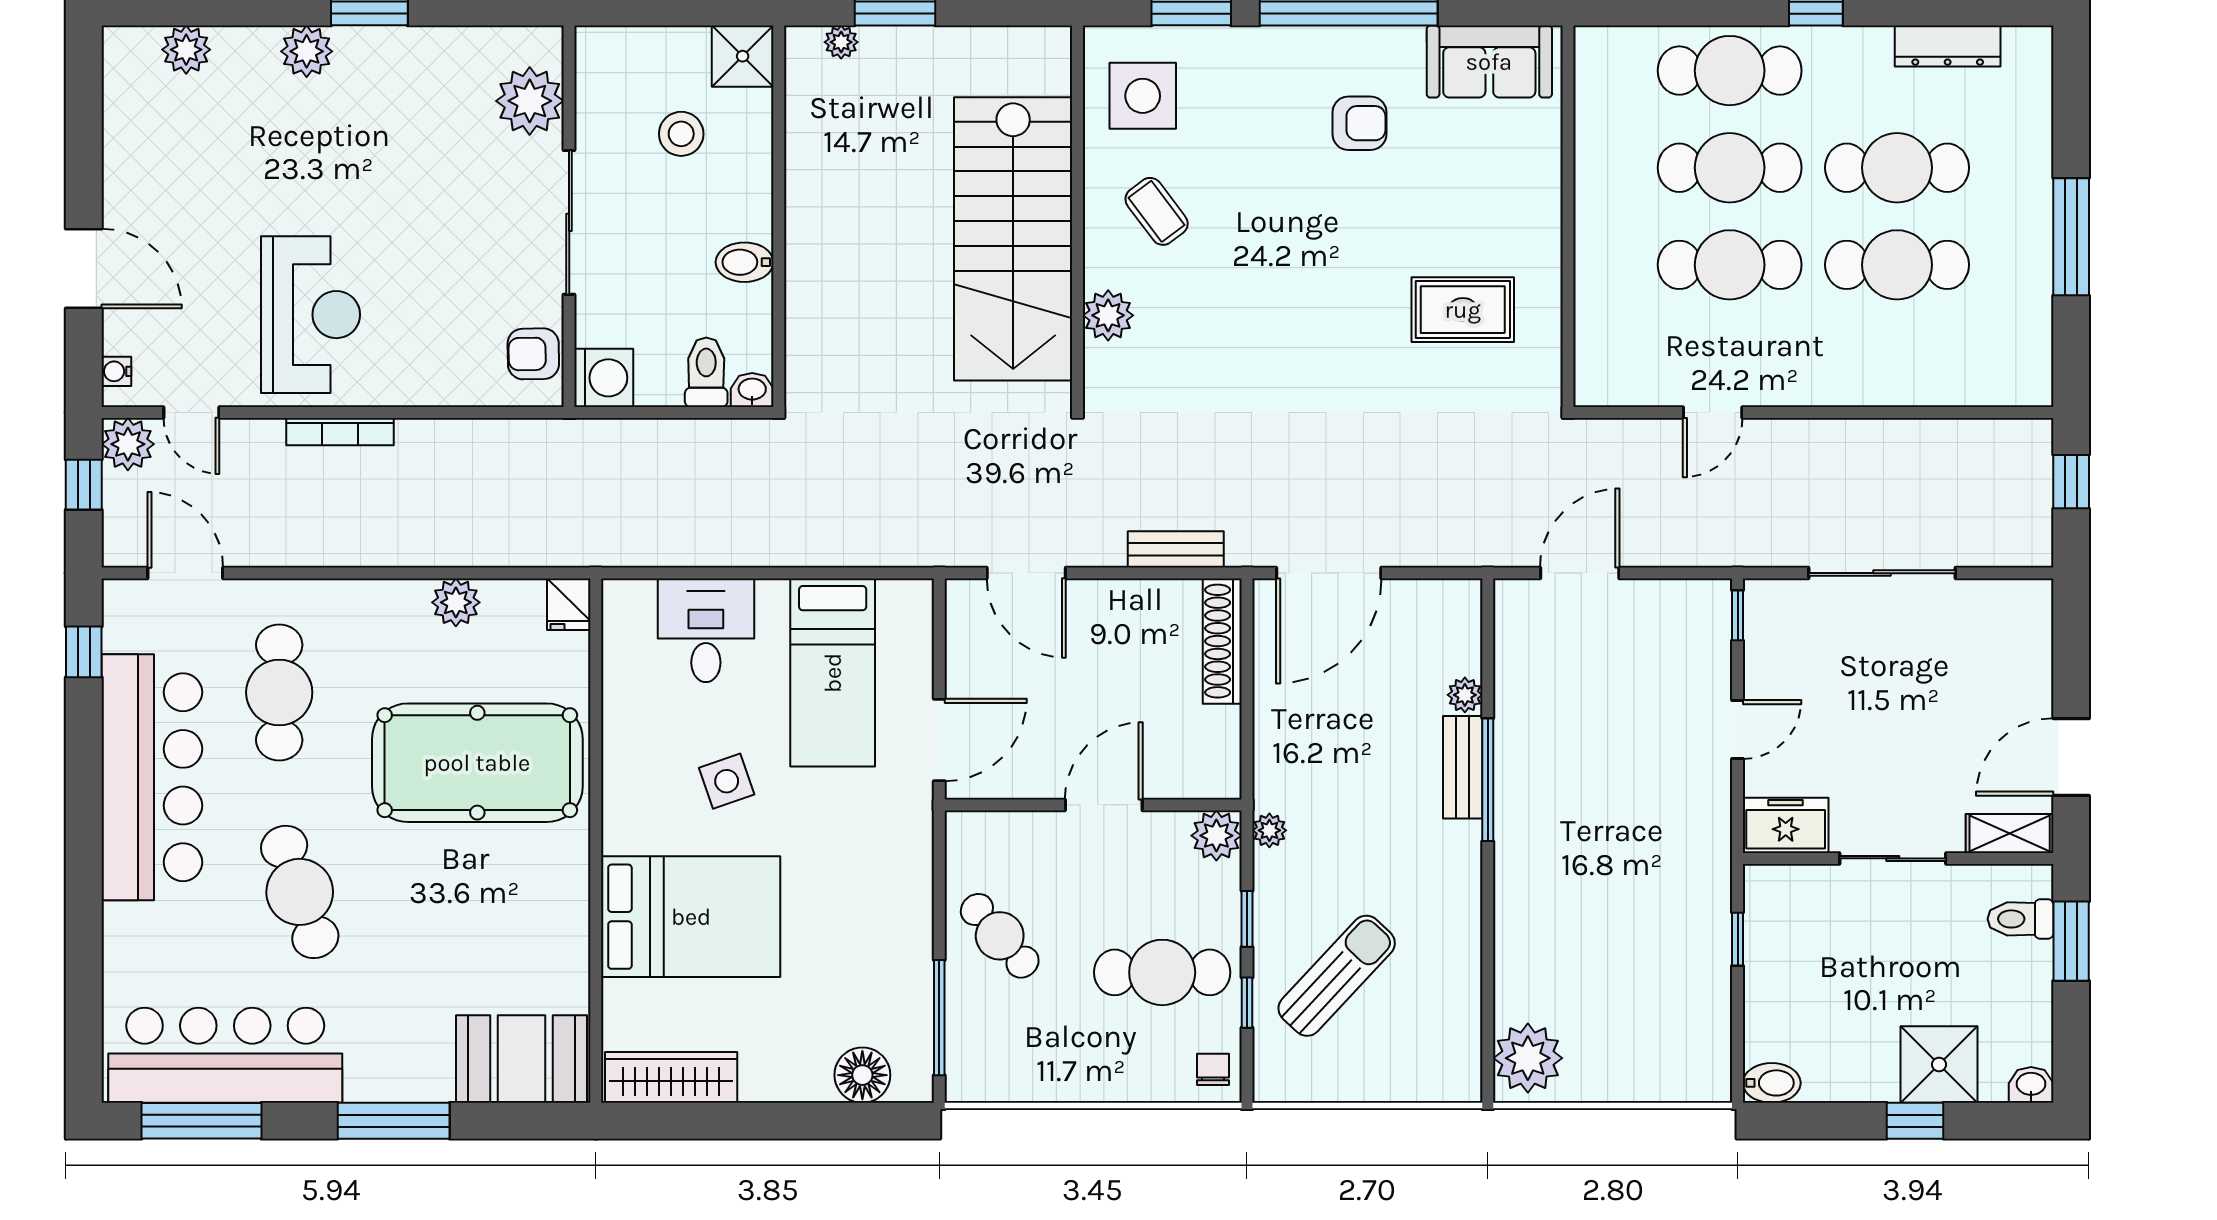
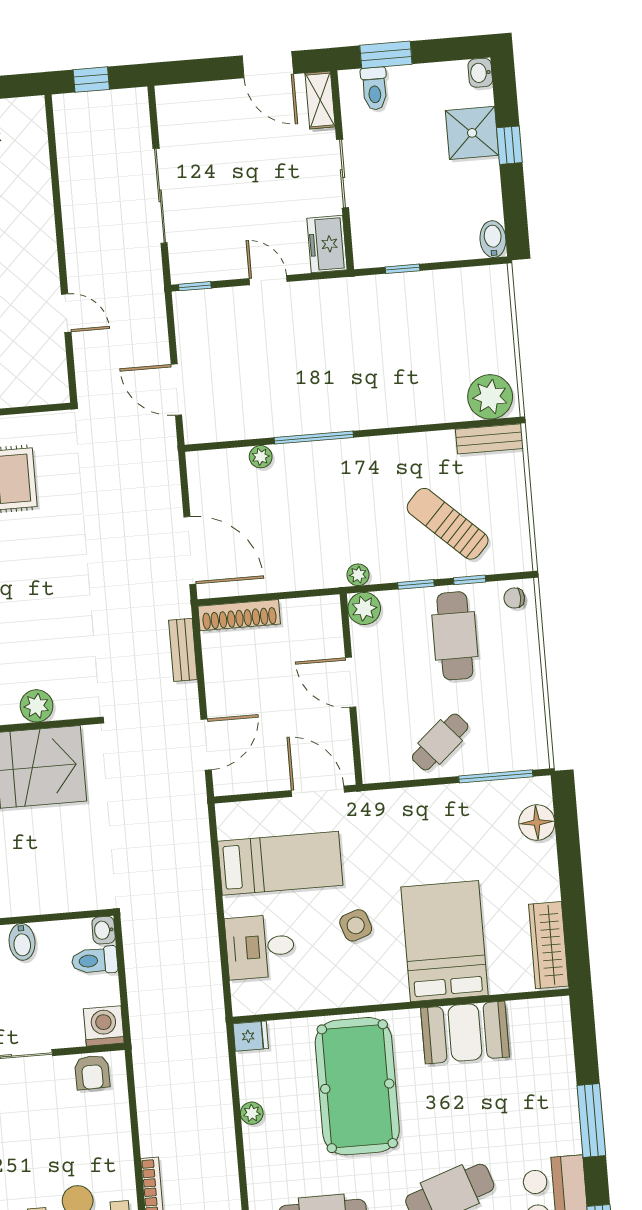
plant: (456, 602) -> (252, 1113), width x0.73, depth x0.73
bench: (1463, 767) -> (489, 439), moved
booth: (522, 1059) -> (465, 1032), moved, turned 90

